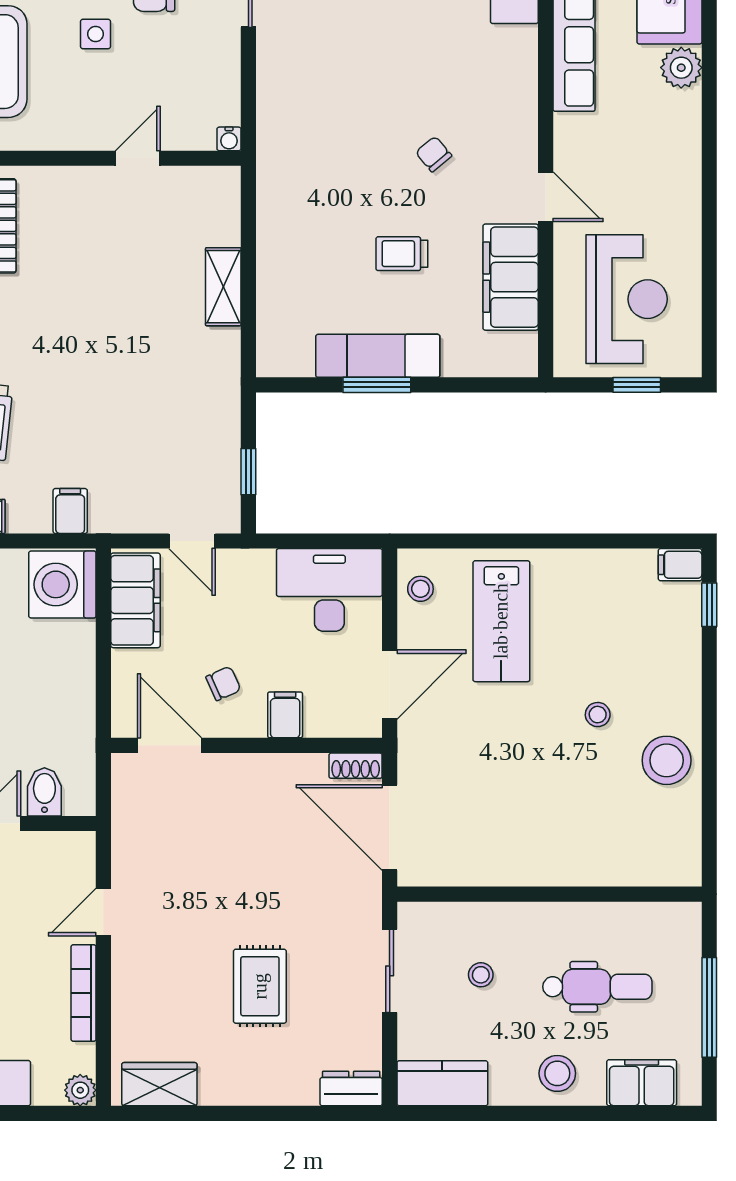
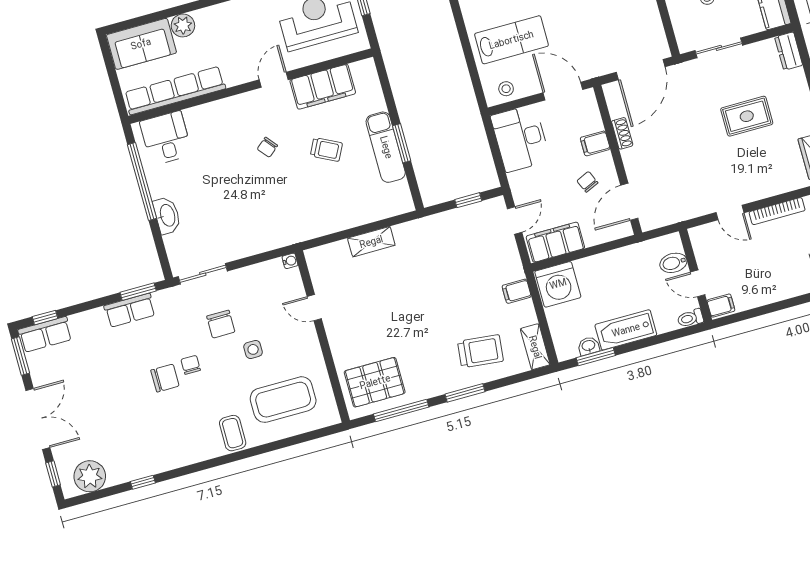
trolley: (402, 254) -> (326, 149), turned -63
shoe rack: (356, 766) -> (622, 133), moved

